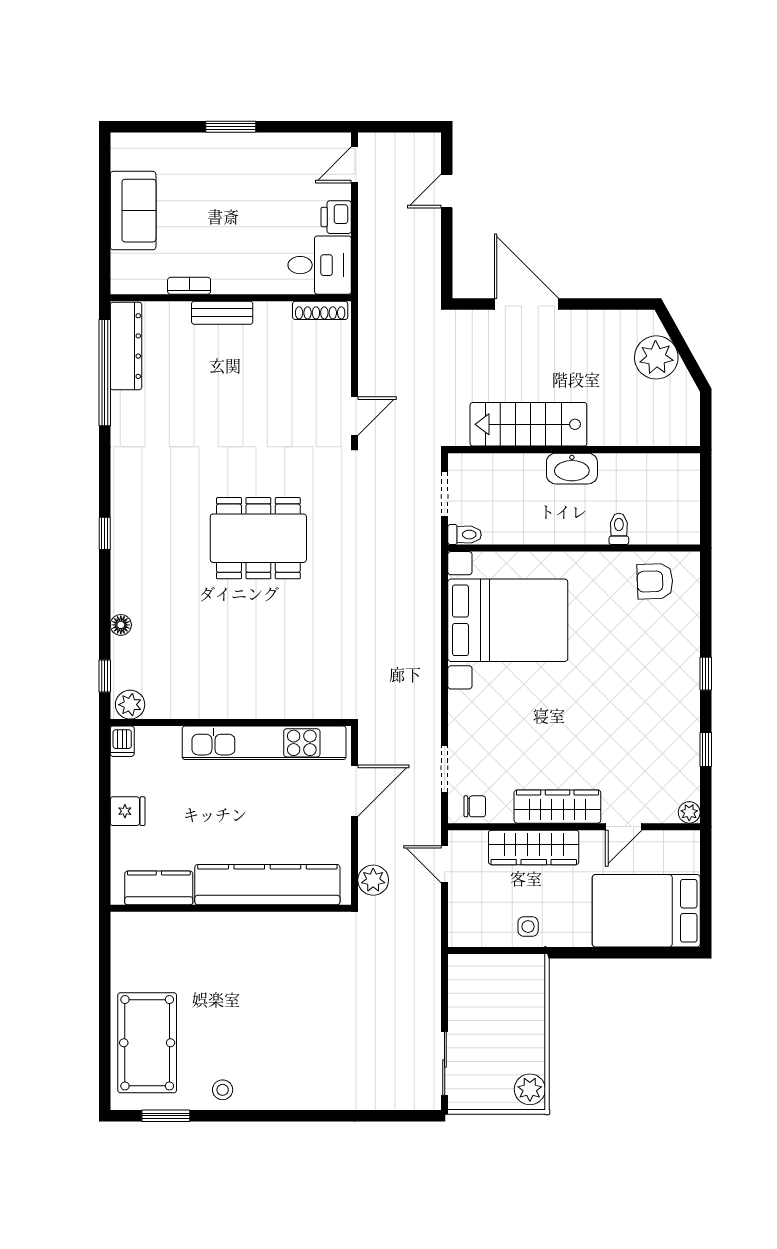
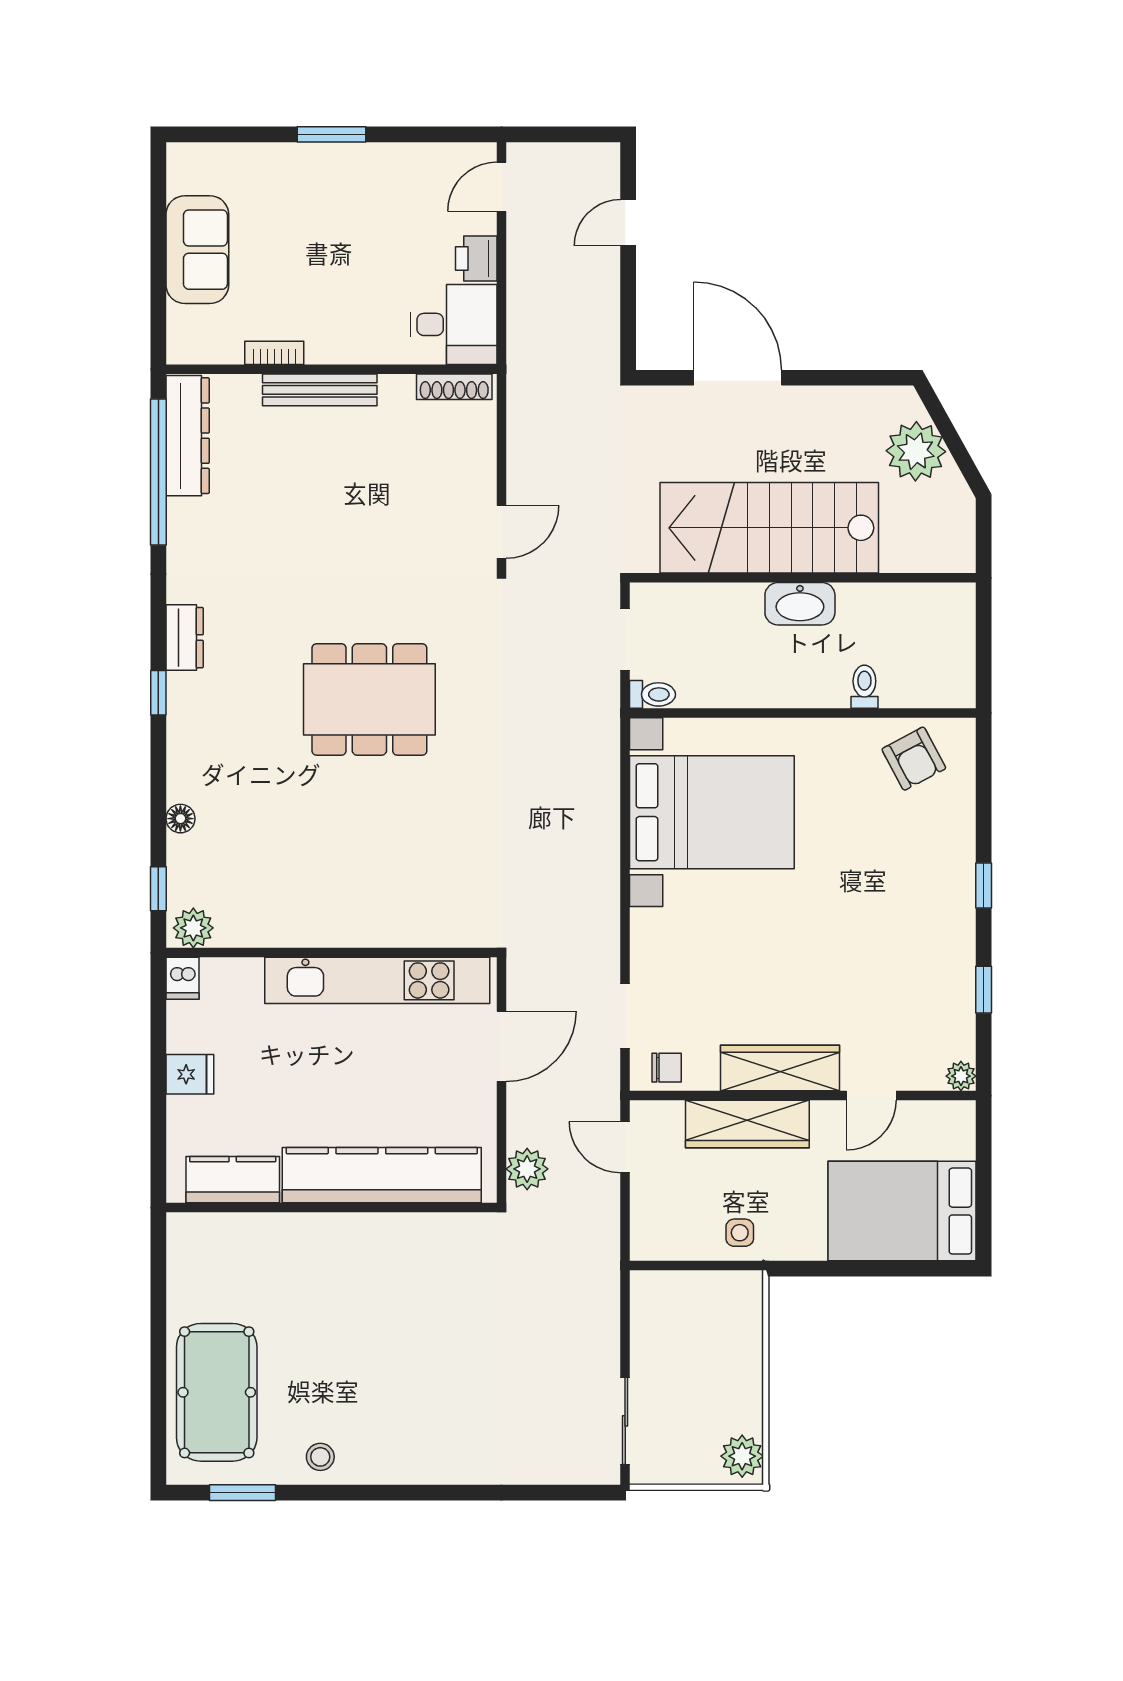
bench: (222, 313) -> (320, 390), width x1.36
stairs: (528, 424) -> (769, 528), width x1.36, depth x1.51
dresser: (124, 493) -> (185, 638), added
armchair: (655, 581) -> (914, 759), turned -116

